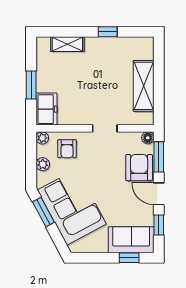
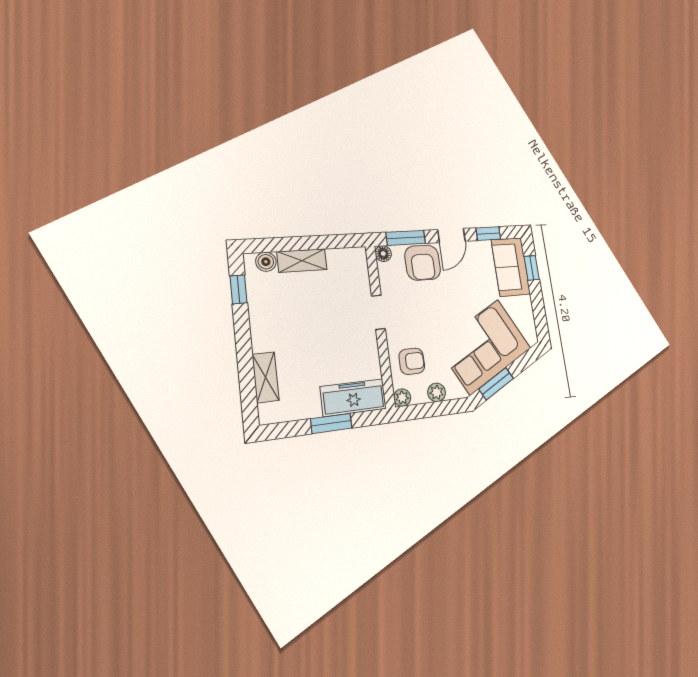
window: (108, 32) -> (239, 289), moved
boiler: (147, 52) -> (266, 262), added
shelving: (144, 86) -> (302, 261), width x0.67, depth x0.75
freezer: (46, 109) -> (353, 398), width x1.40
armchair: (139, 168) -> (423, 263), turned -90

